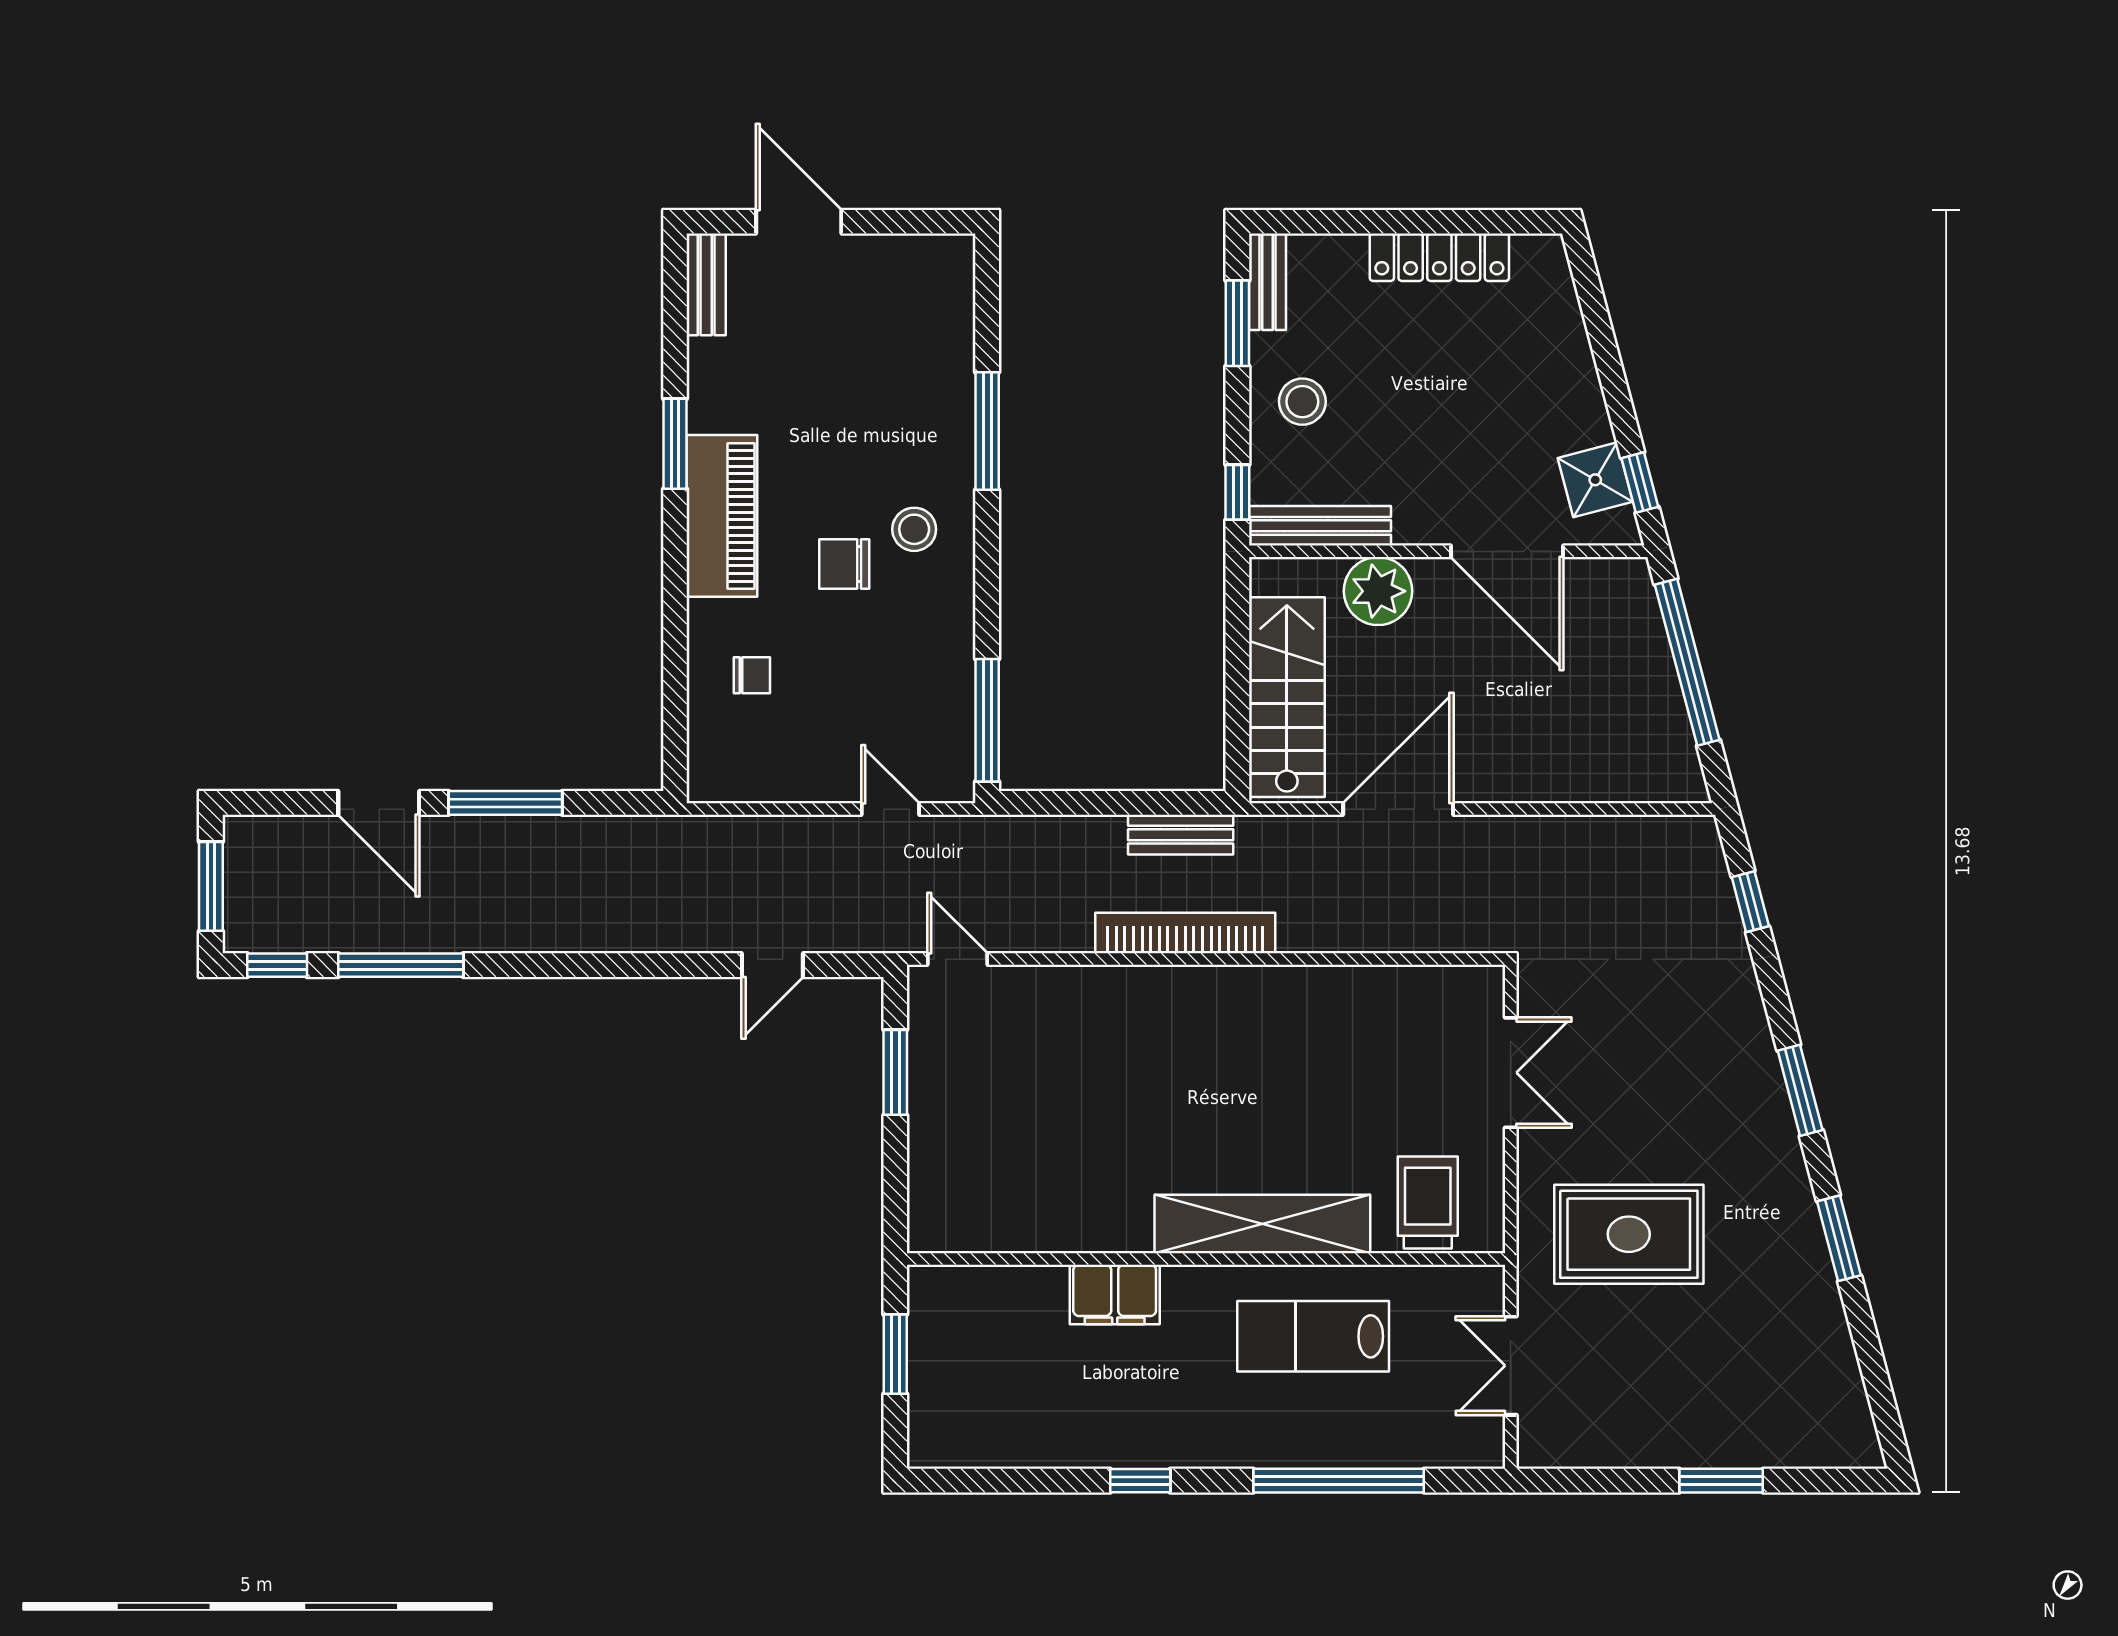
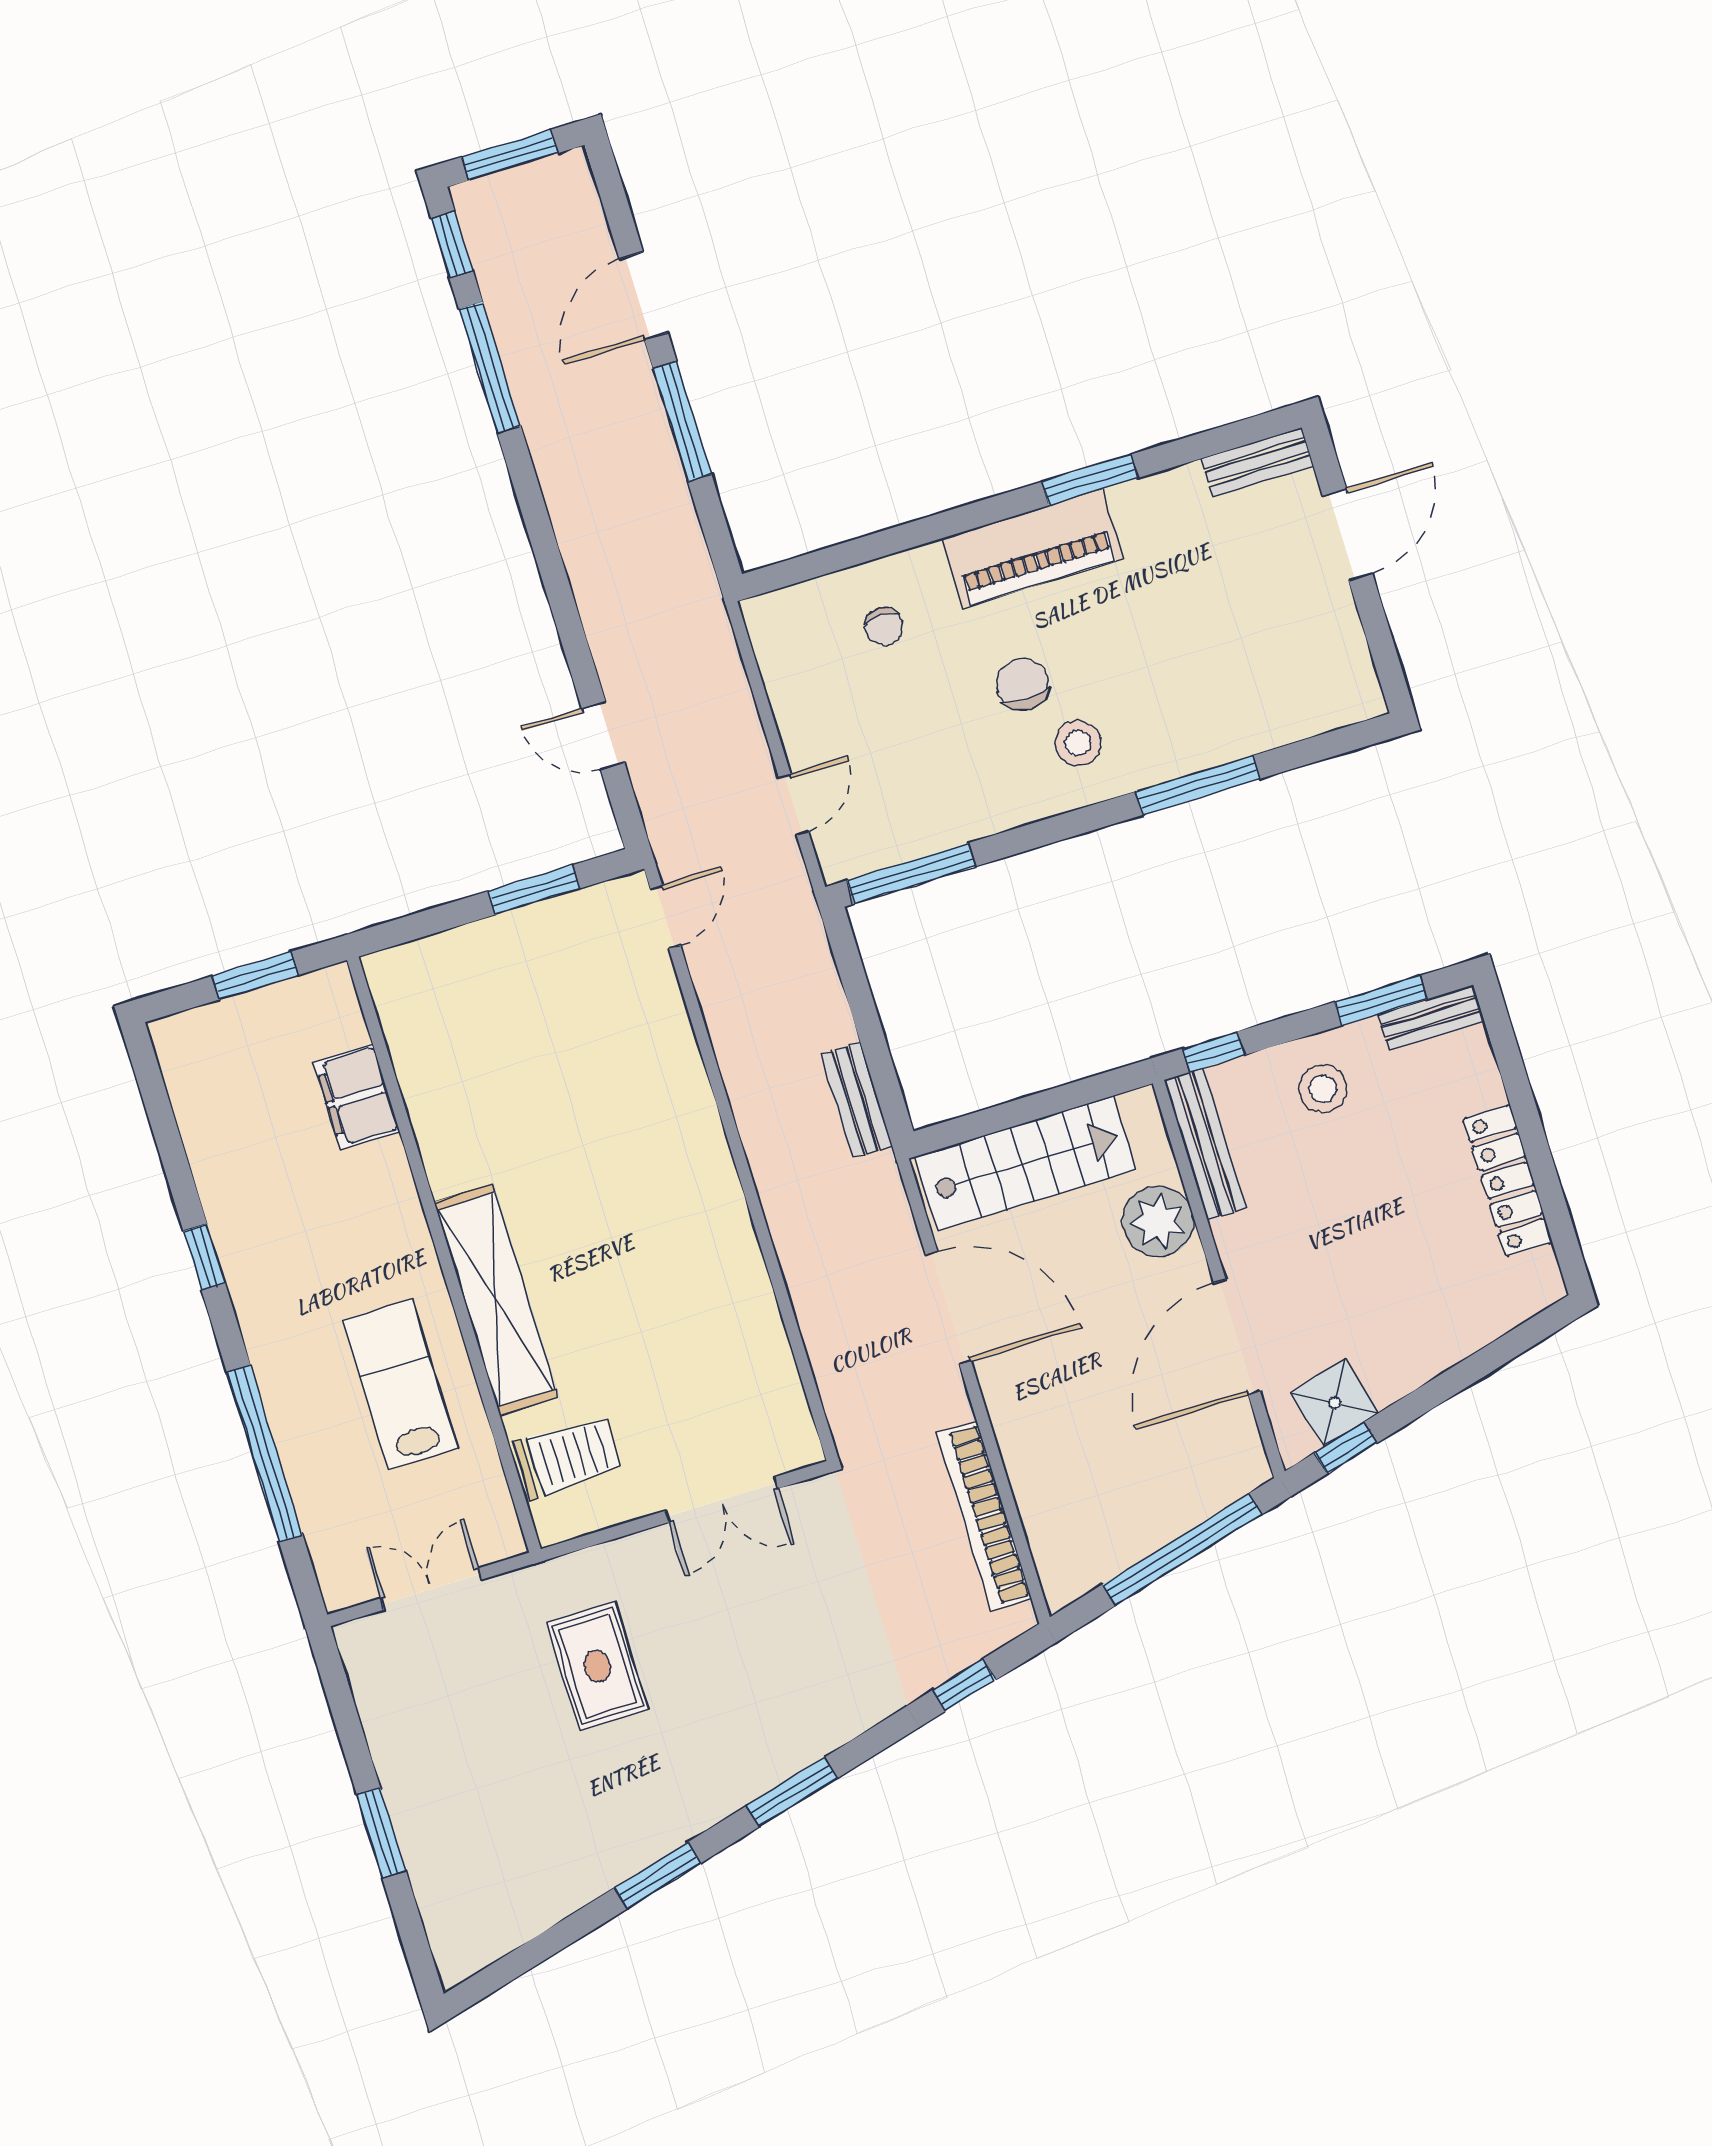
bookcase: (1185, 933) -> (984, 1516), moved, turned 180
rug: (1629, 1234) -> (597, 1666), width x0.73, depth x0.70
filing cabinet: (1115, 1295) -> (357, 1097), moved

